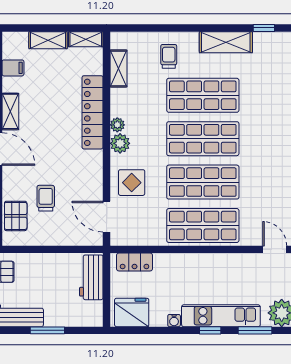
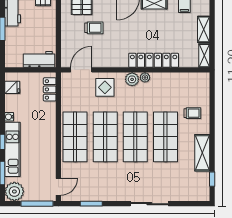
shelving: (119, 68) -> (184, 78), removed
fridge: (132, 312) -> (12, 87), width x0.53, depth x0.75

